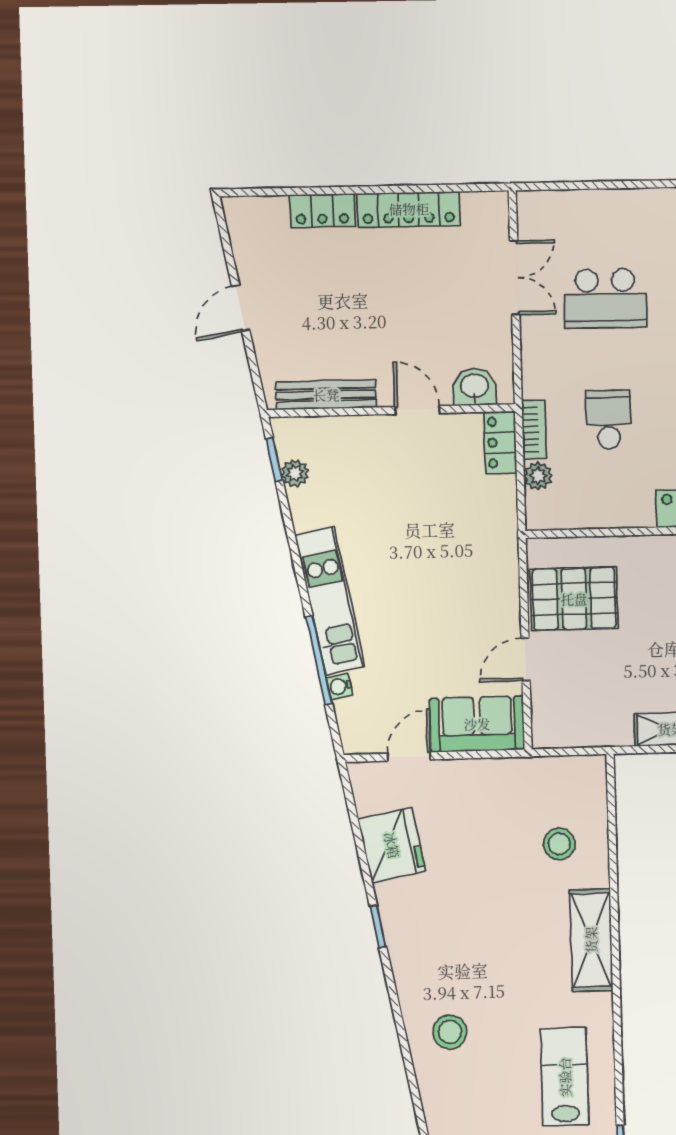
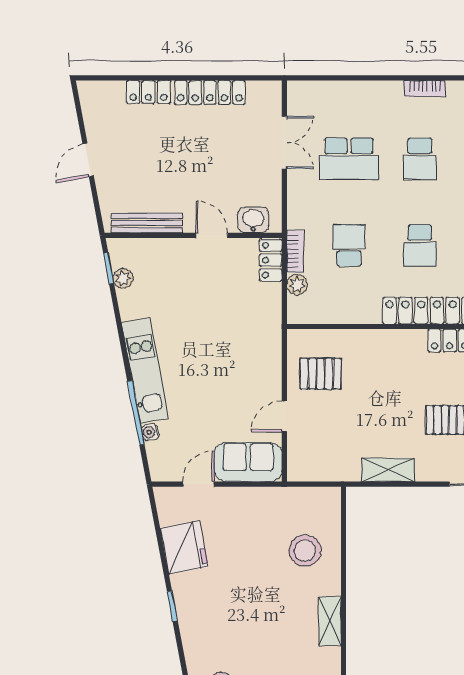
pallet: (574, 599) -> (321, 374), width x0.67, depth x0.71
stool: (559, 844) -> (305, 551), width x1.38, depth x1.38
shelving: (591, 940) -> (330, 621), width x0.67, depth x0.75

